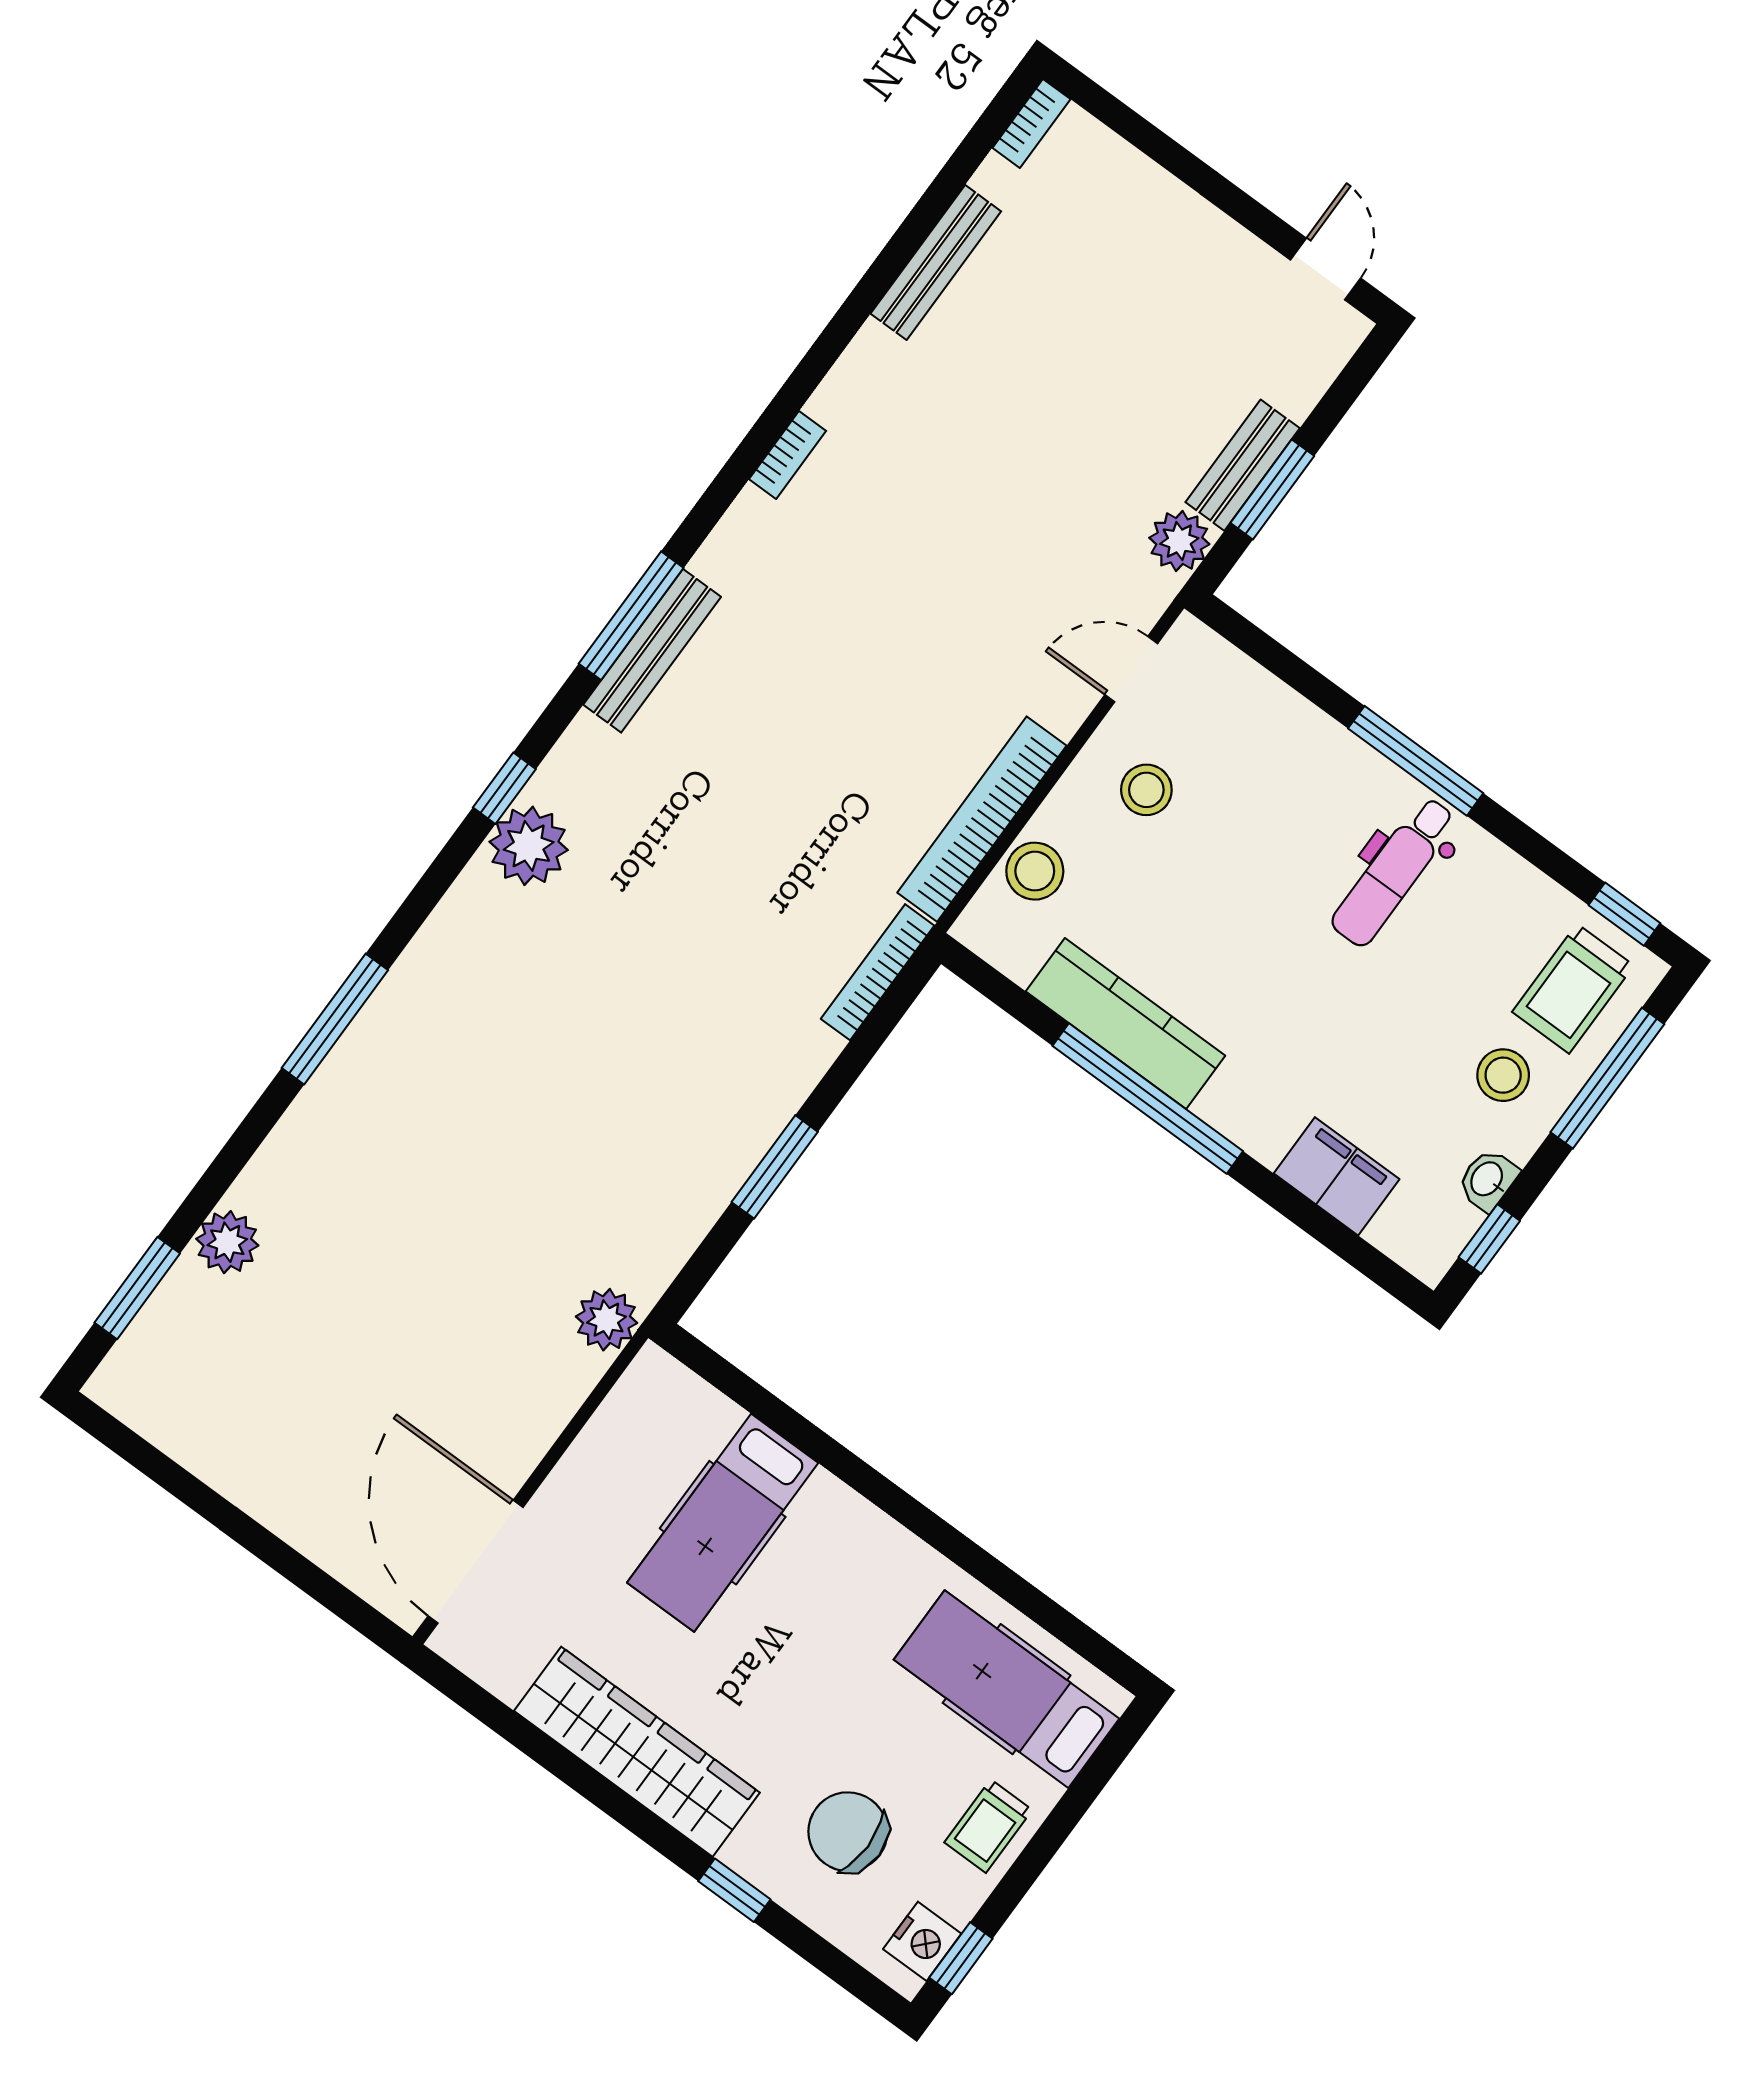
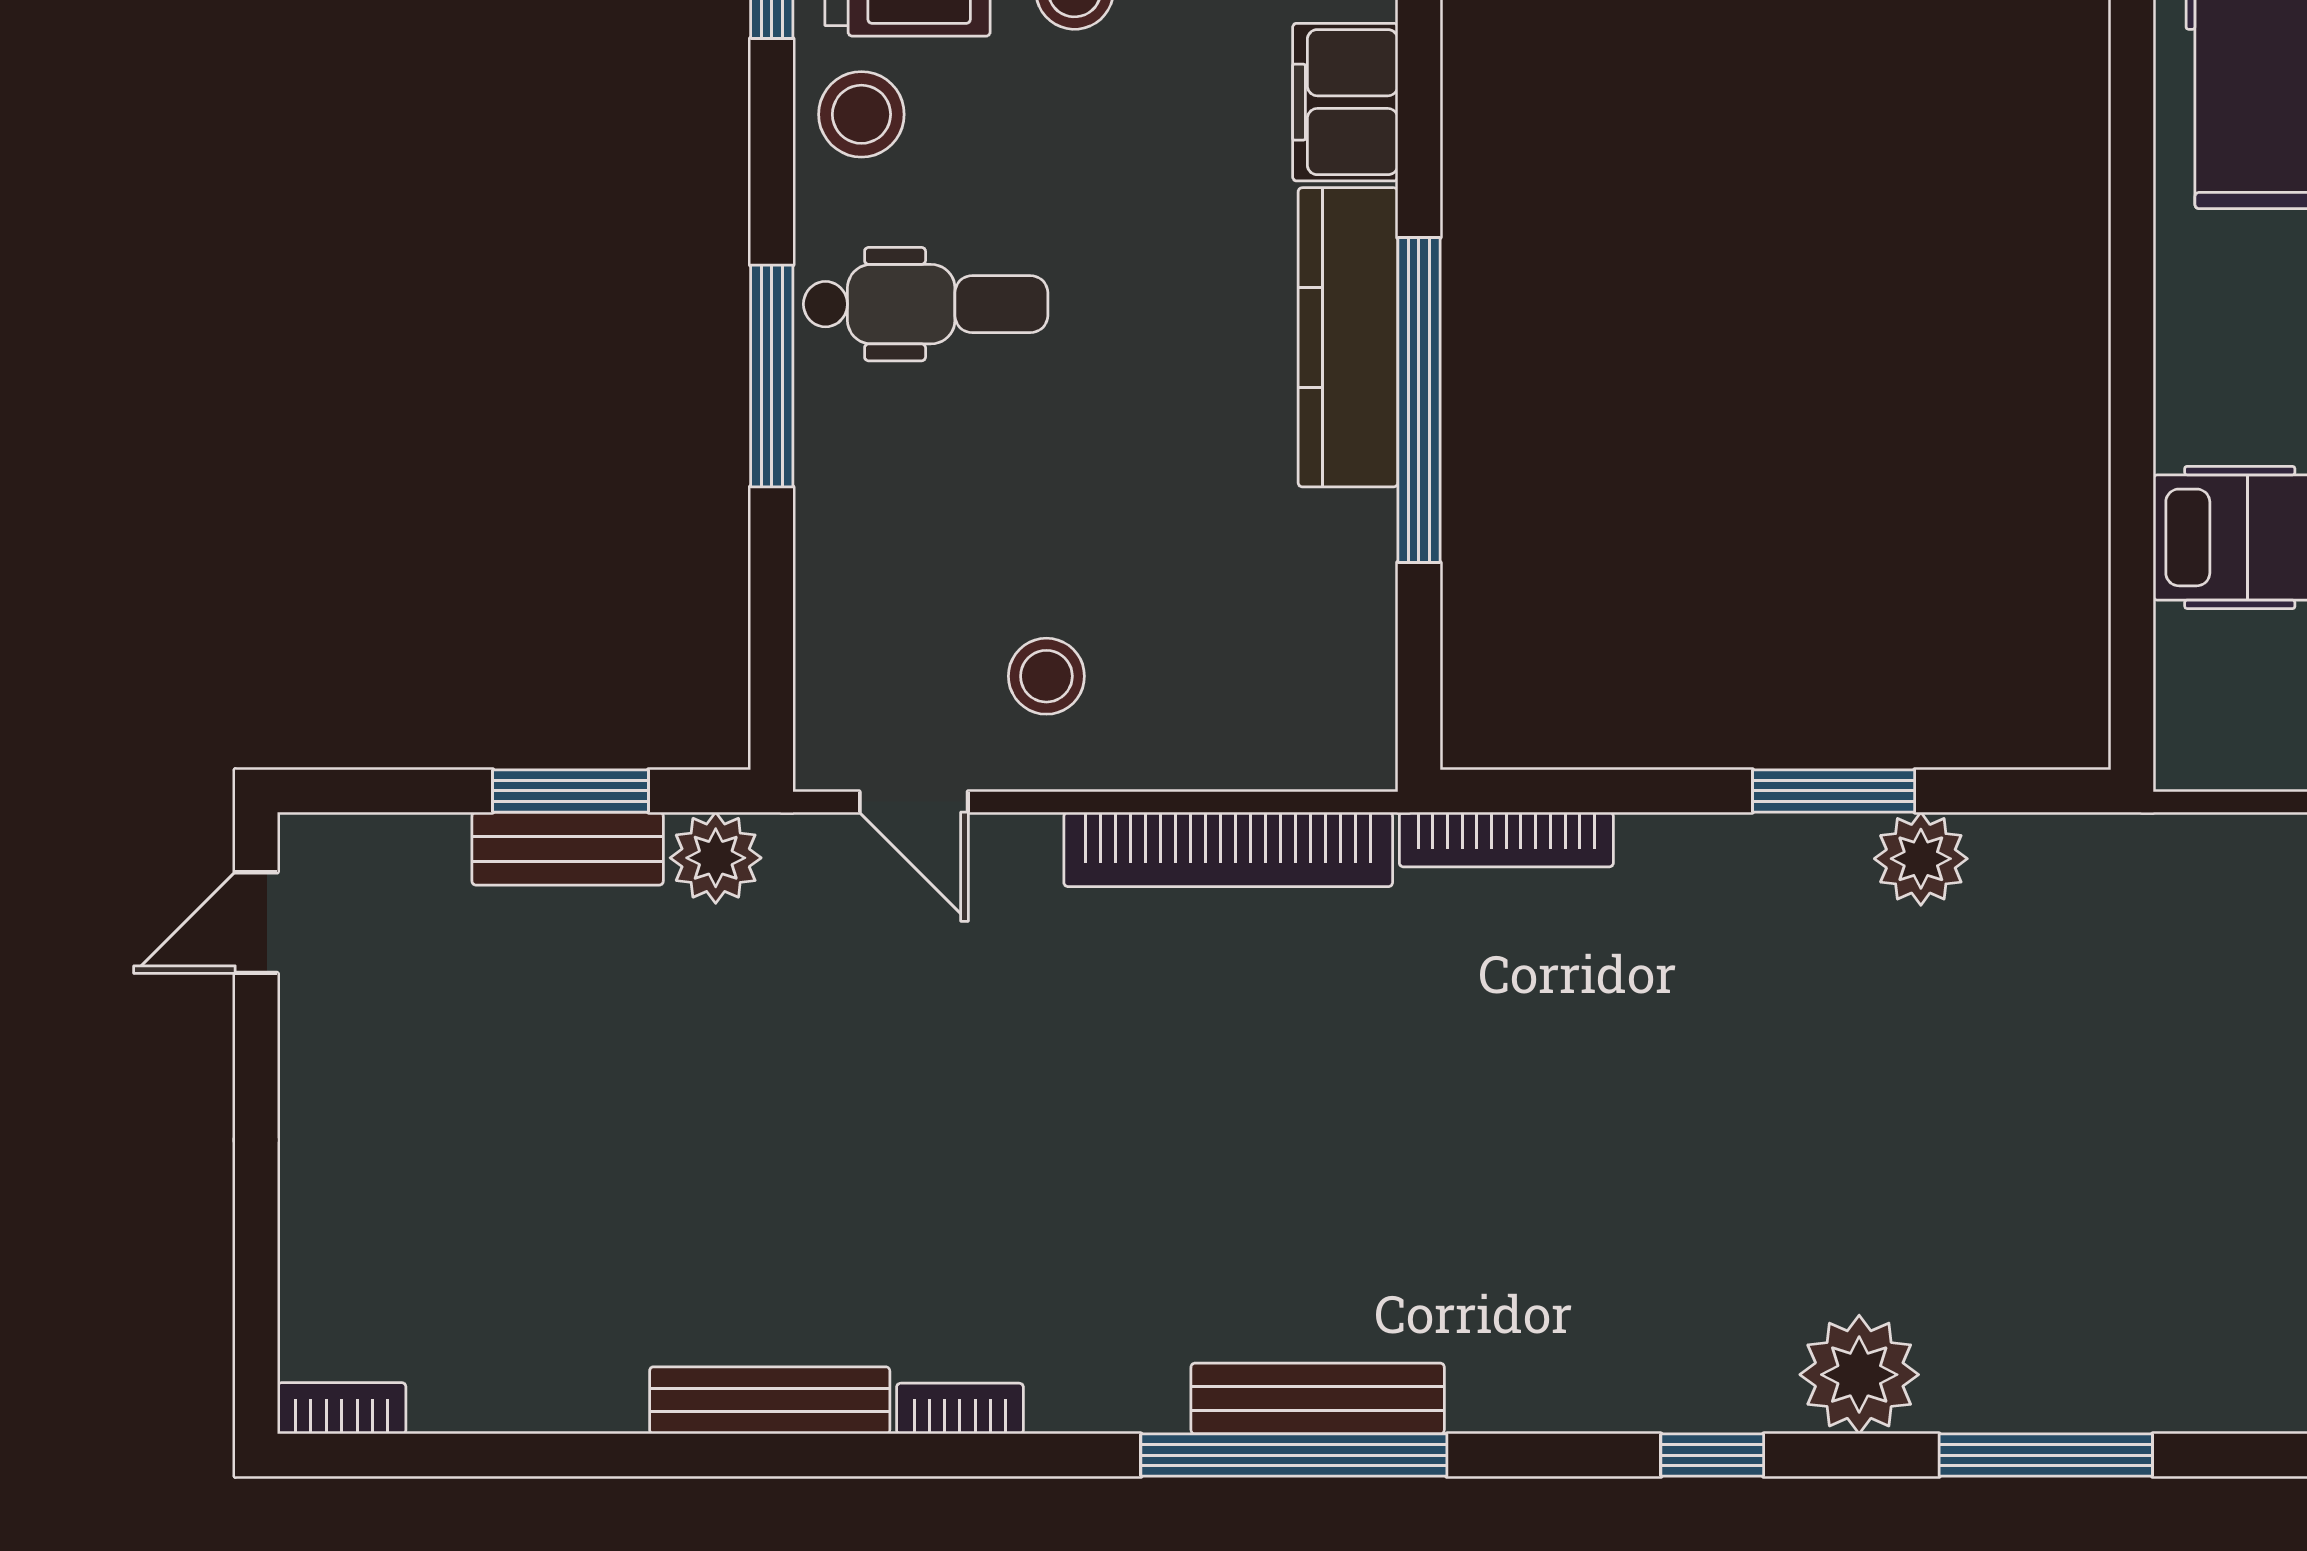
bench: (936, 262) -> (770, 1400), moved
window: (631, 616) -> (1294, 1455), width x1.46
window: (504, 788) -> (1712, 1455), moved
plant: (529, 846) -> (1859, 1375), moved
stool: (1035, 871) -> (861, 114), moved
kitchen counter: (1126, 1024) -> (1348, 337), moved
plant: (606, 1320) -> (1921, 859), moved

